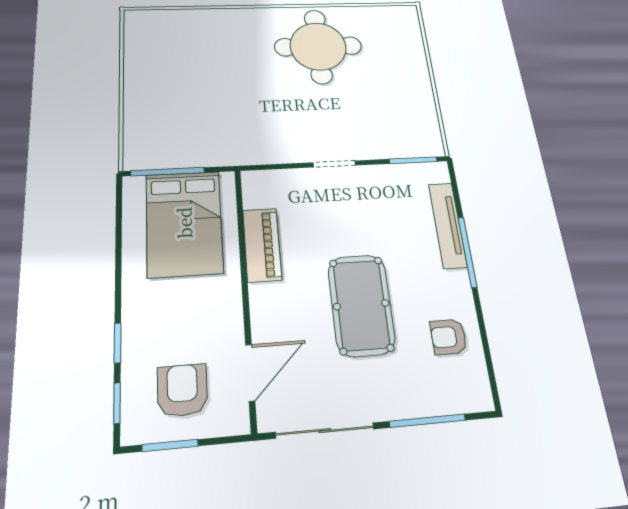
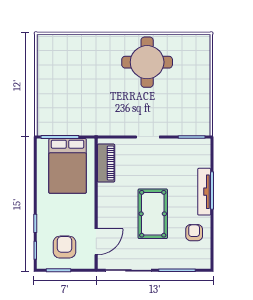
tv unit: (448, 225) -> (204, 192), moved
piano: (262, 245) -> (106, 163), moved
armchair: (448, 337) -> (194, 233), turned 90

